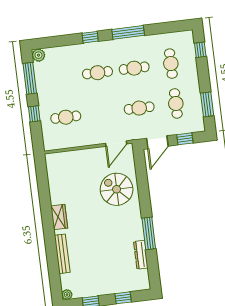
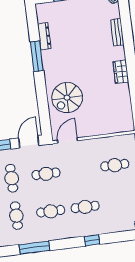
window: (128, 32) -> (34, 248), moved
spiral stairs: (117, 189) -> (67, 98), turned 90
bench: (62, 254) -> (117, 32), width x0.73

